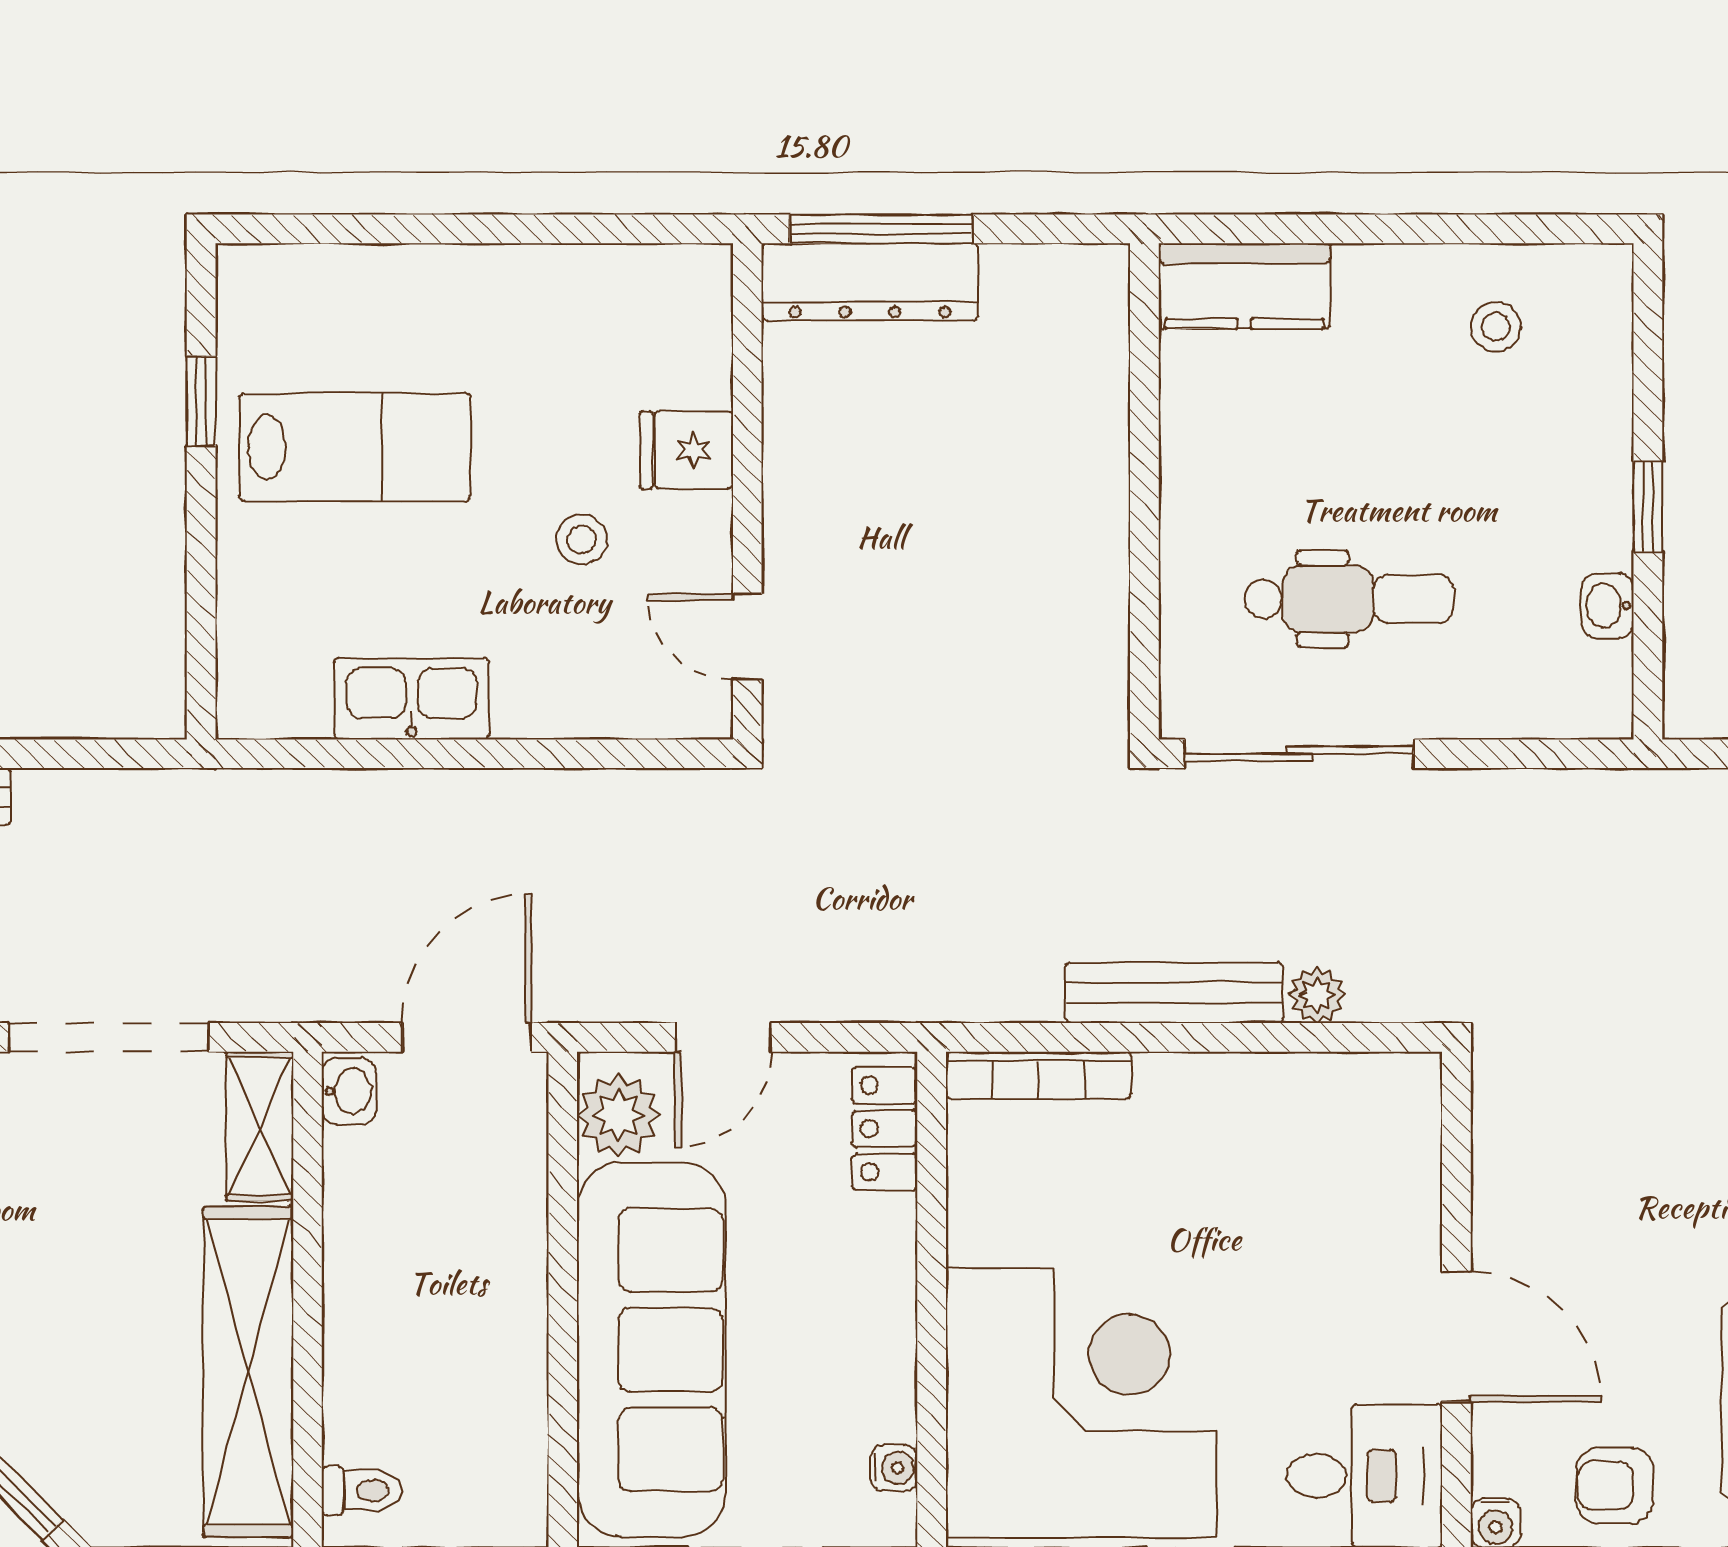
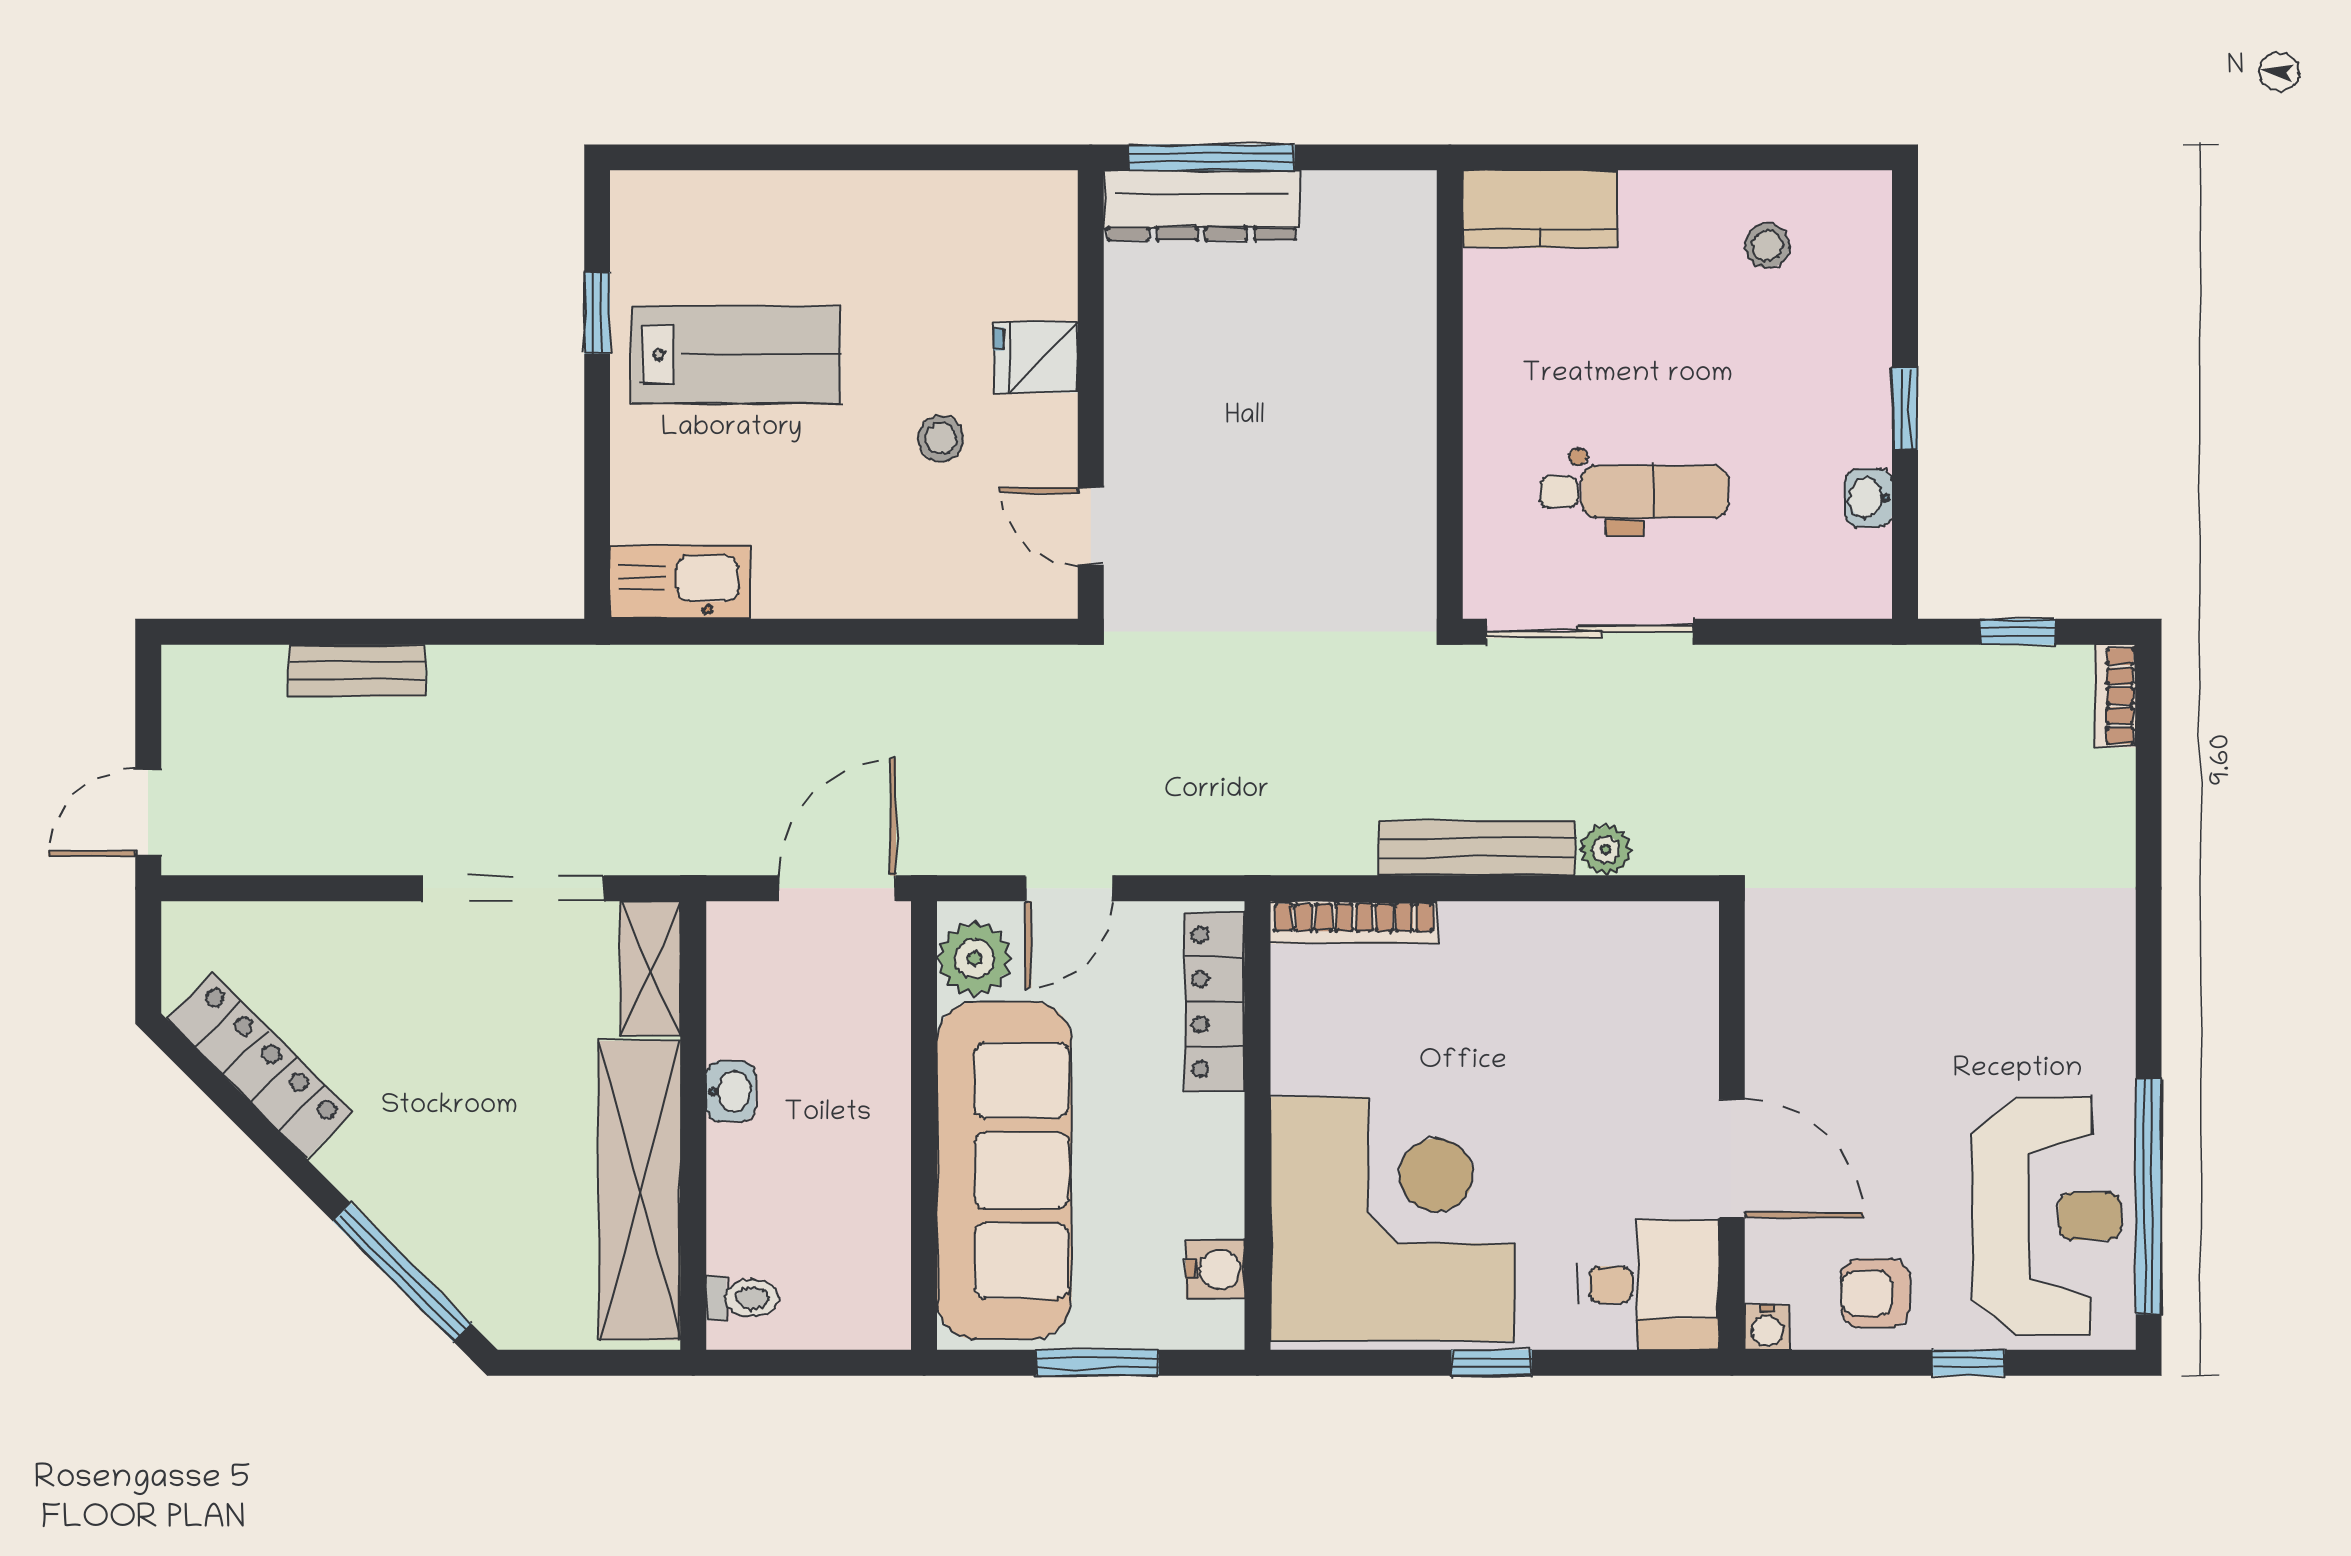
kitchen sink: (412, 699) -> (680, 582), moved
washbasin: (349, 1091) -> (731, 1091), moved
locker: (885, 1129) -> (1215, 1002), width x1.53
water cooler: (894, 1468) -> (1215, 1269), width x1.38, depth x1.38

